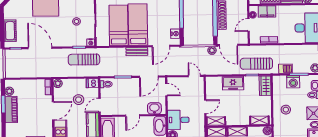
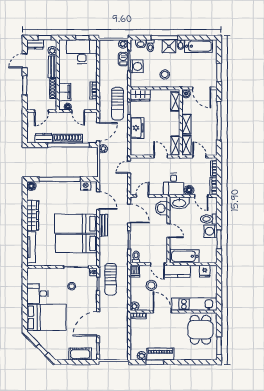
barbecue: (285, 69) -> (123, 59), moved

